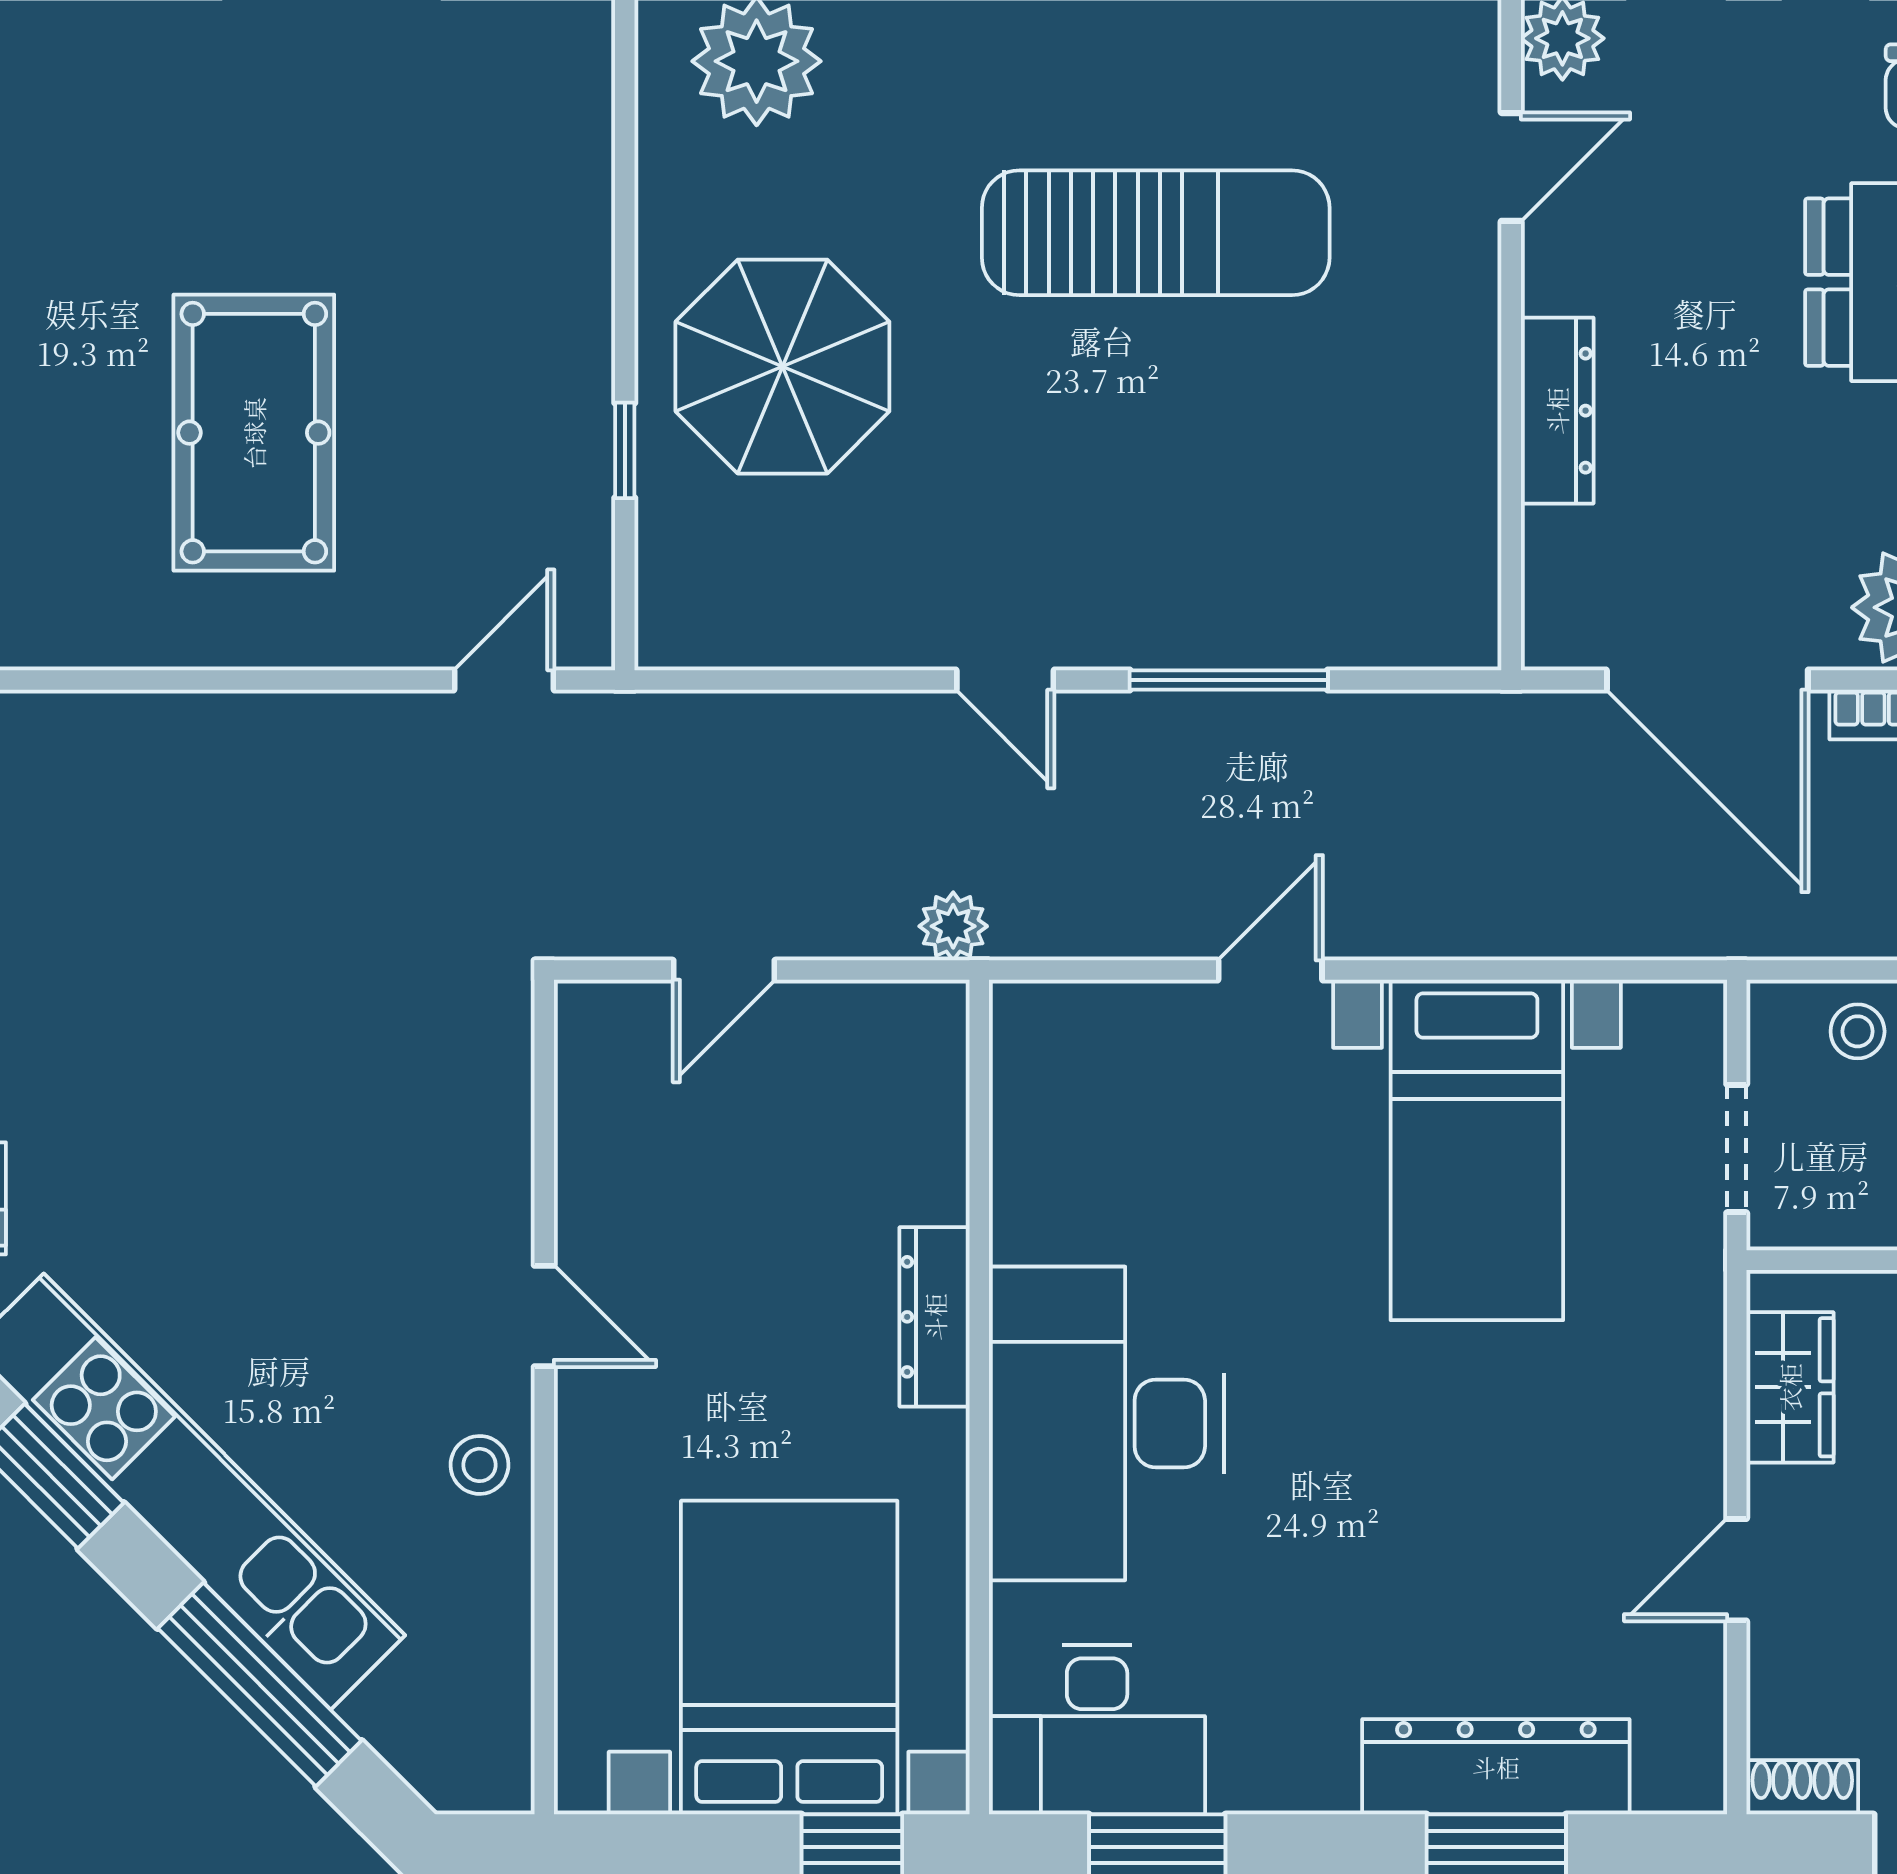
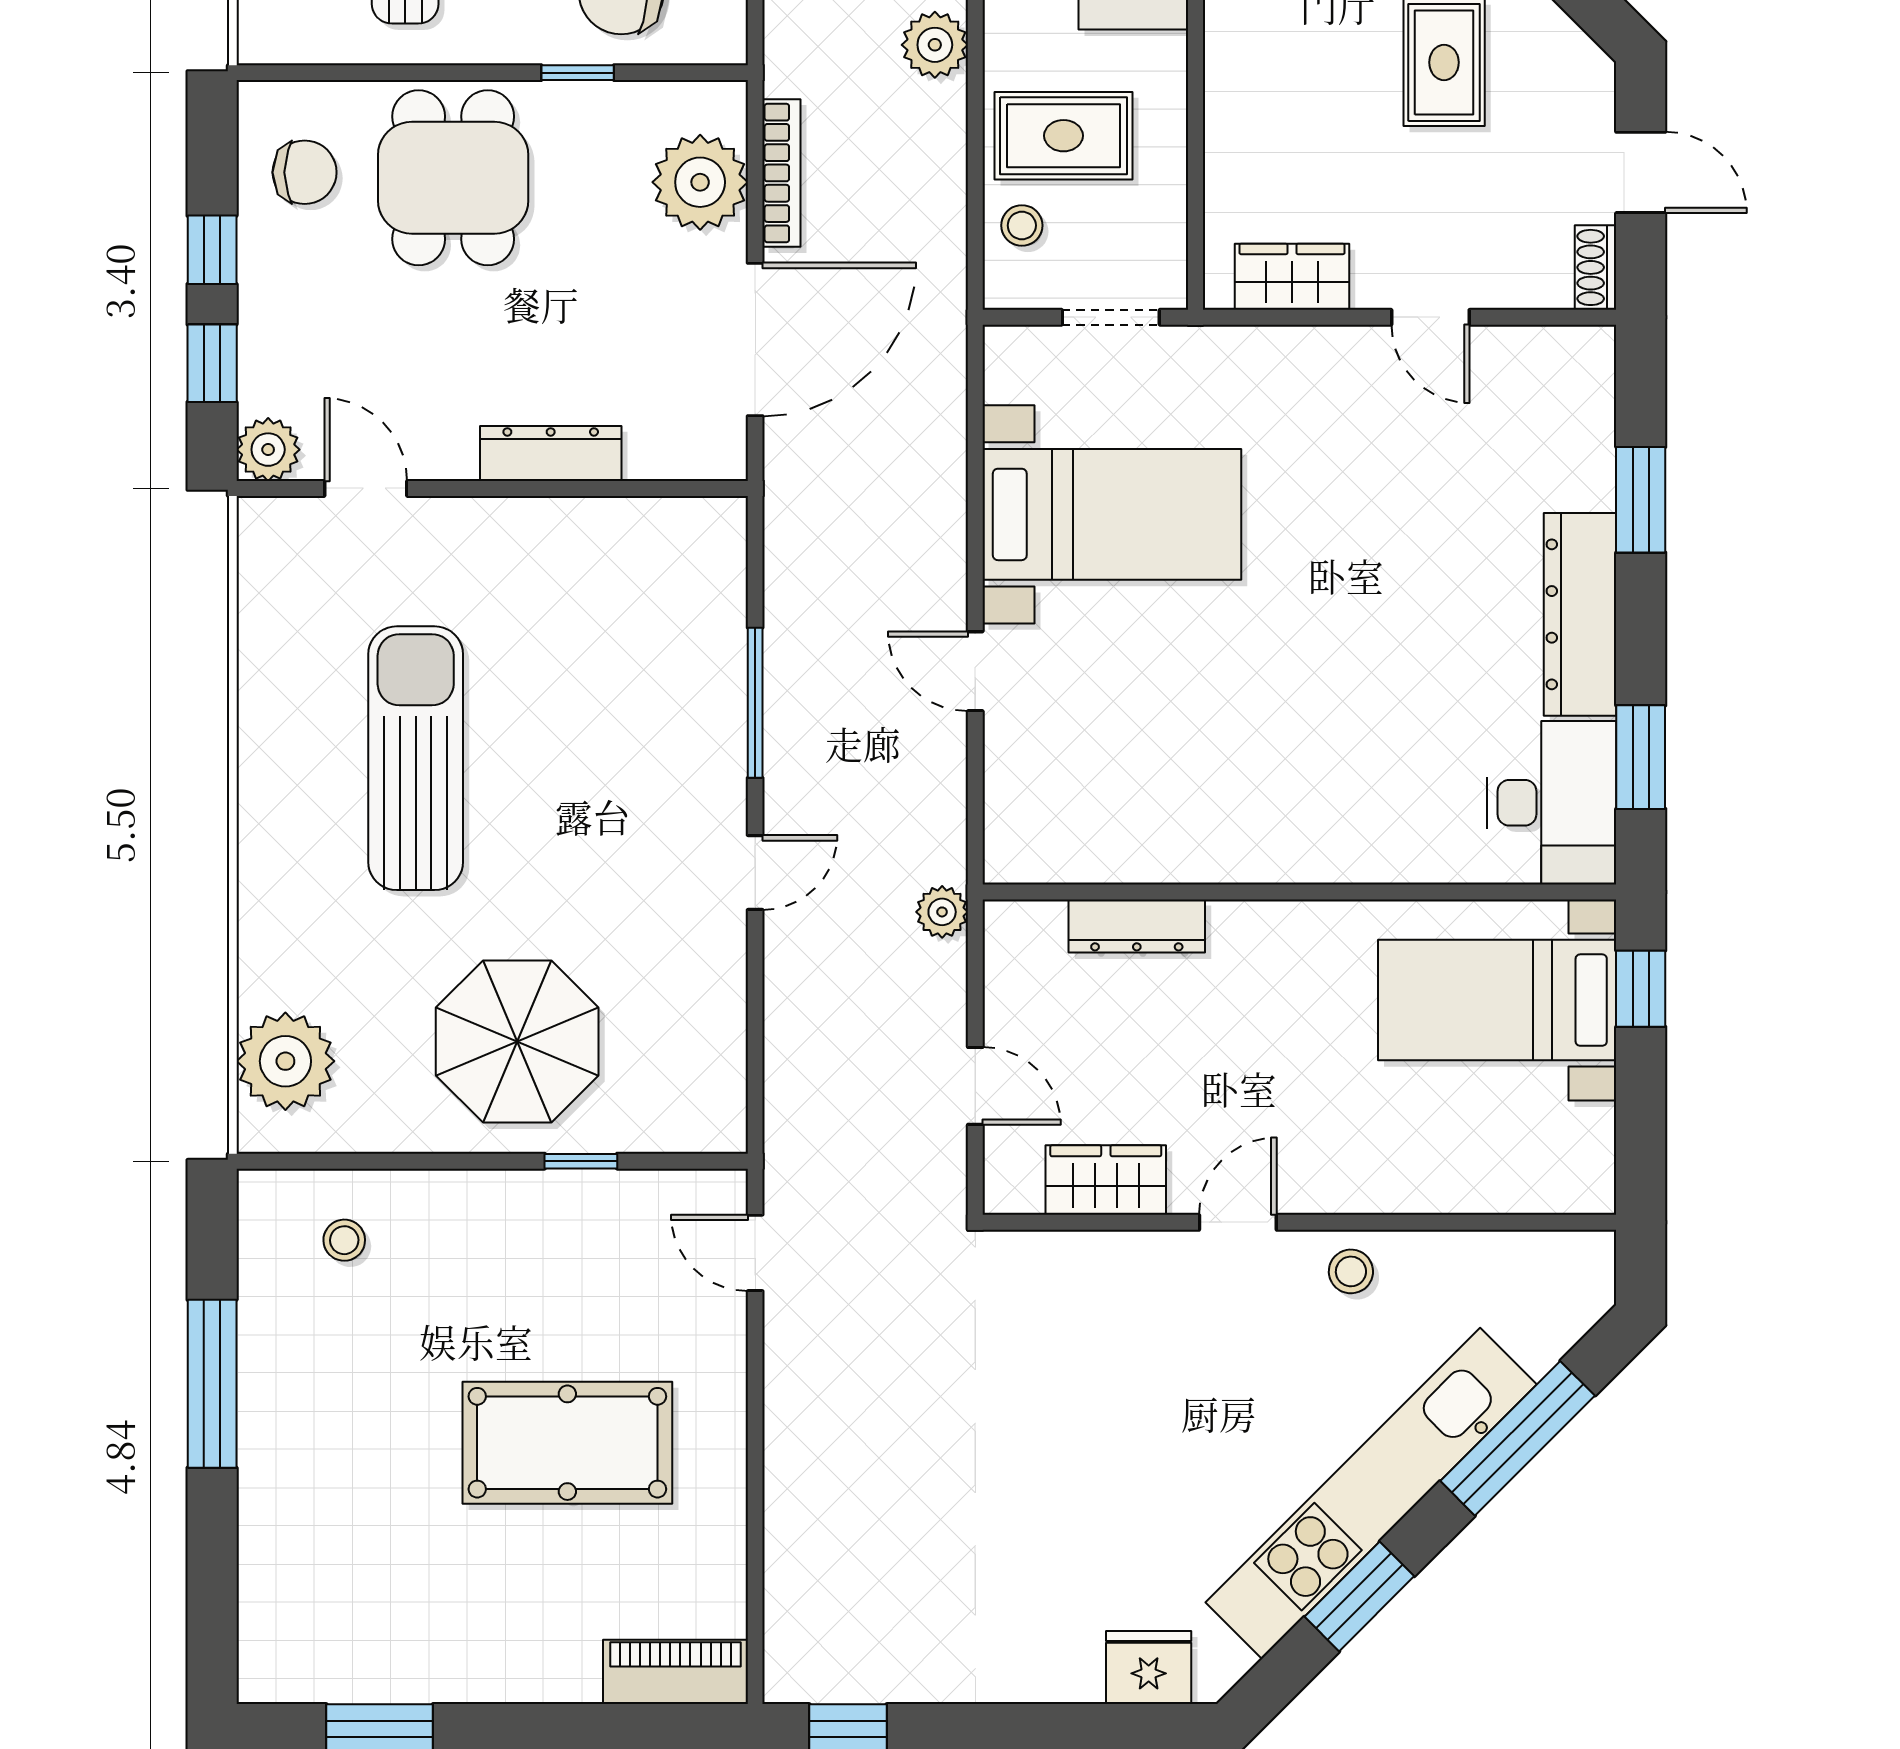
stool: (521, 139) -> (344, 1240), added
wardrobe: (600, 1142) -> (1106, 1180), added
dresser: (935, 1317) -> (1137, 926), moved
desk: (1106, 1423) -> (1319, 796), removed
bed with nightstands: (789, 1658) -> (1497, 1000), width x0.73
dresser: (1496, 1767) -> (1580, 614), moved

